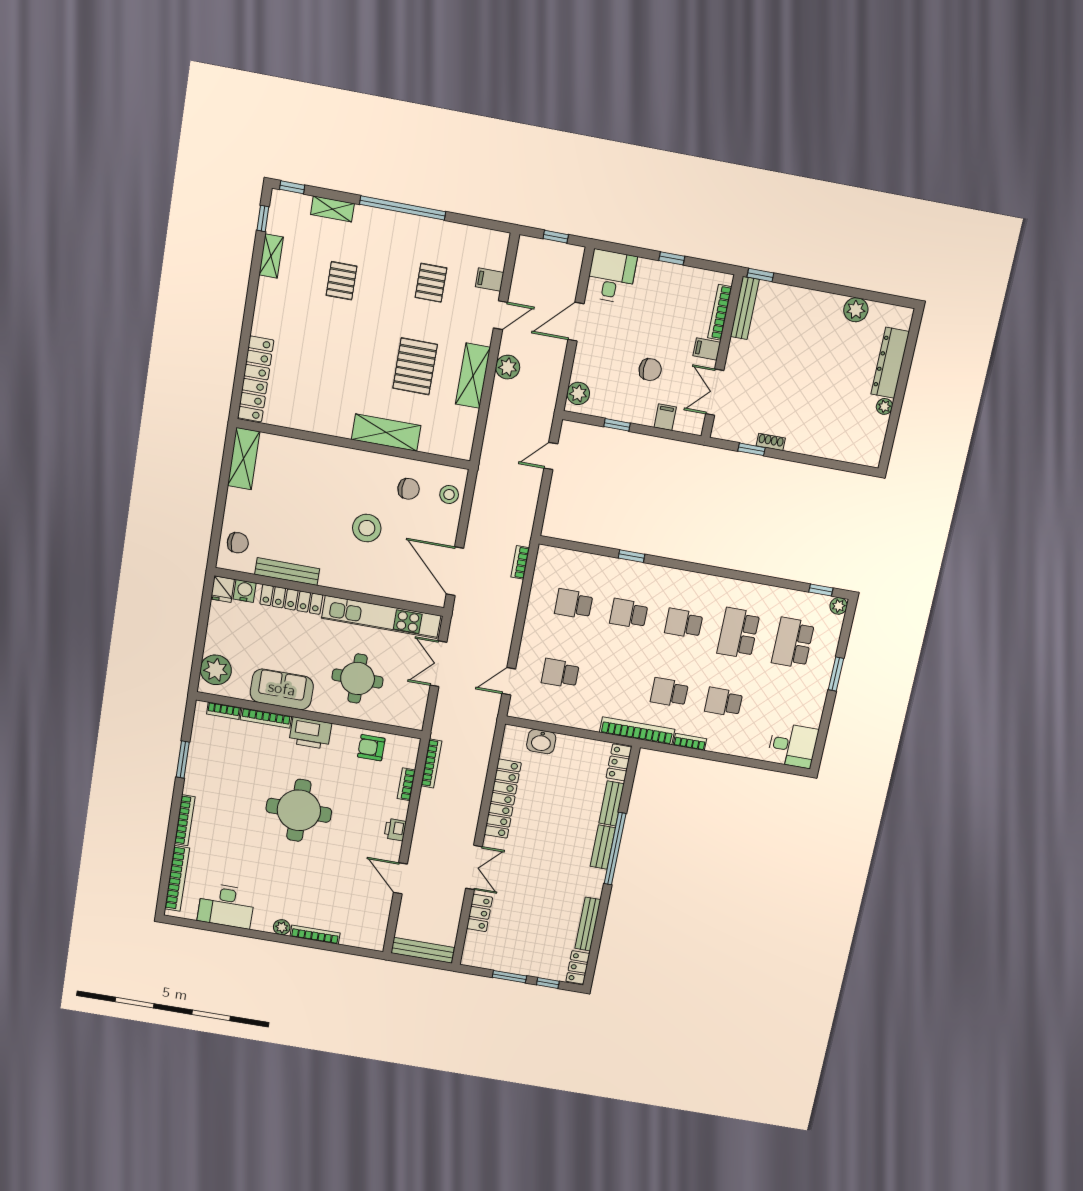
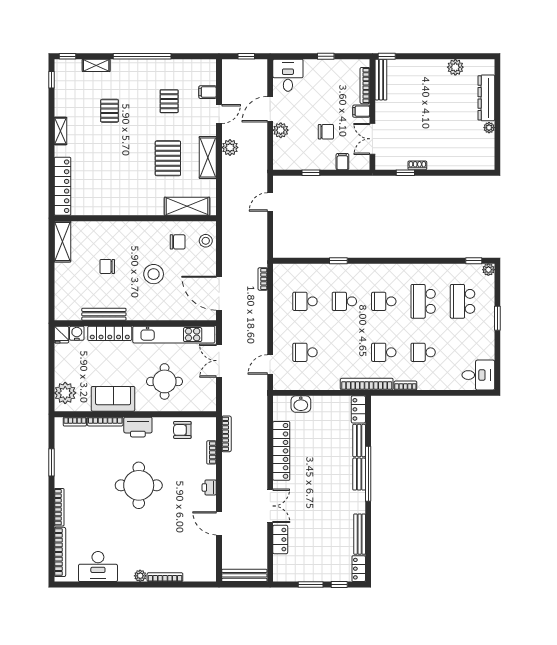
shelving: (271, 256) -> (60, 131), moved
plant: (578, 393) -> (281, 130), moved
shelving: (386, 433) -> (187, 206), moved
chair: (238, 543) -> (107, 266), moved, turned 180

